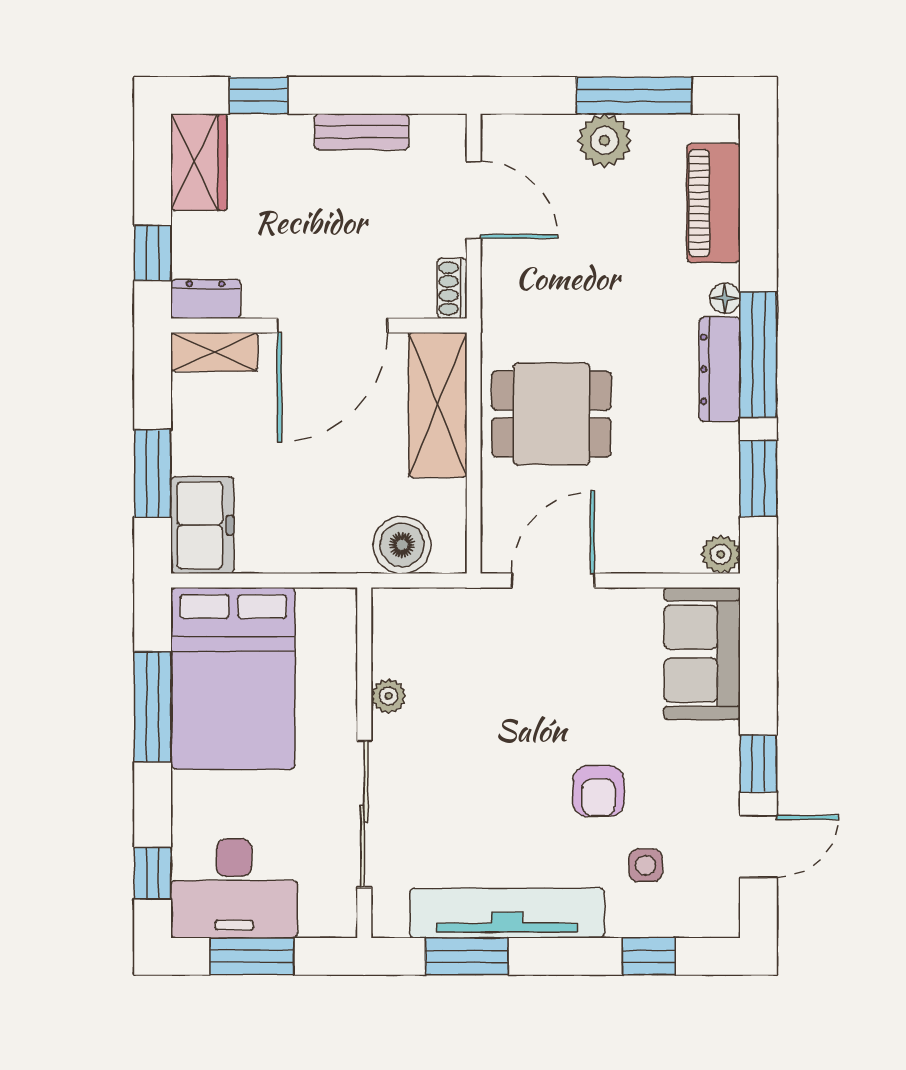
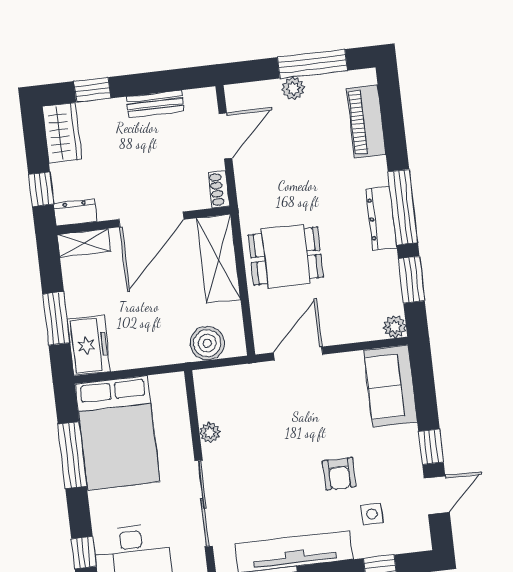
plant: (604, 140) -> (293, 88), width x0.73, depth x0.73
door: (474, 200) -> (225, 136), hinge flipped
floor lamp: (725, 298) -> (379, 176), removed

